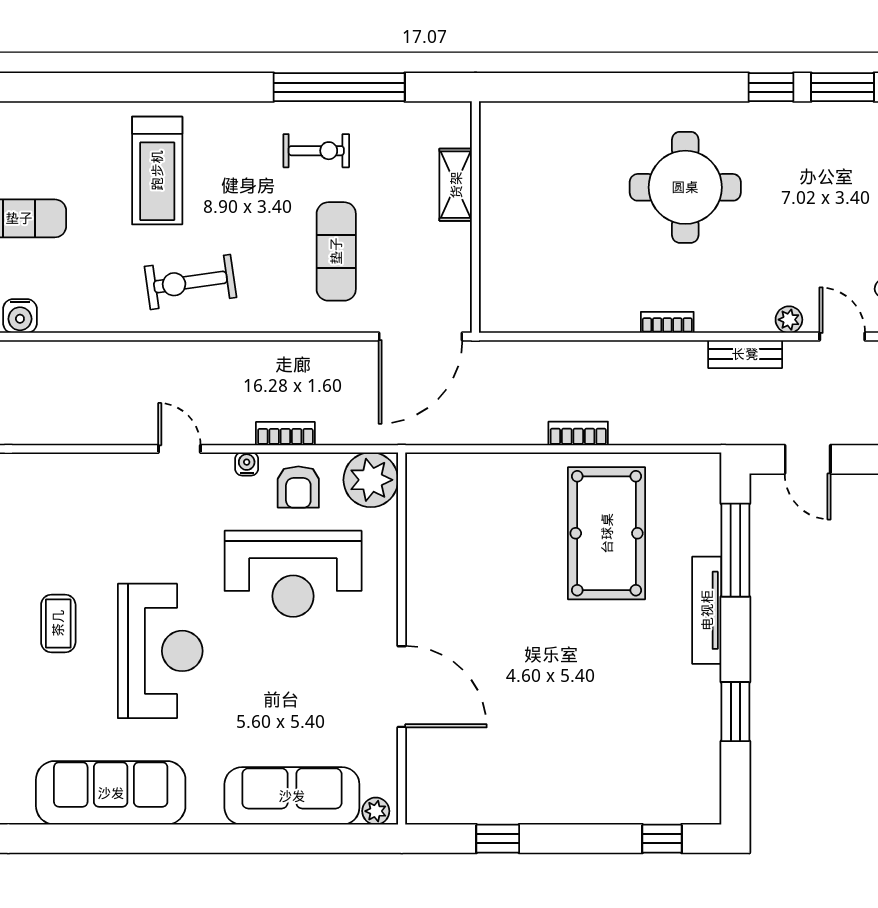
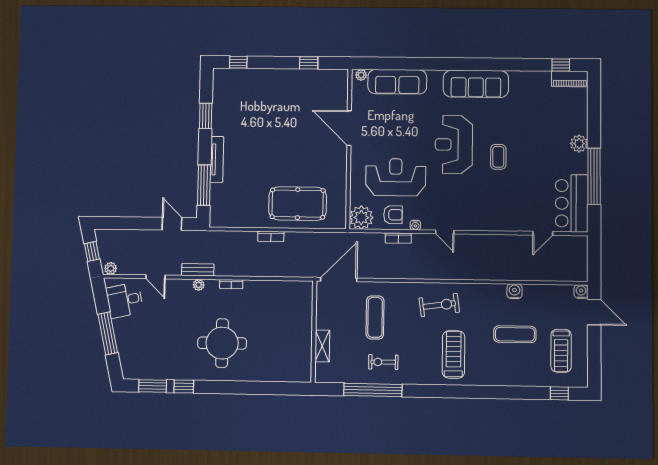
plant: (789, 320) -> (199, 285), moved
armchair: (298, 487) -> (393, 215), turned 90
pool table: (607, 533) -> (298, 204), moved, turned 90

